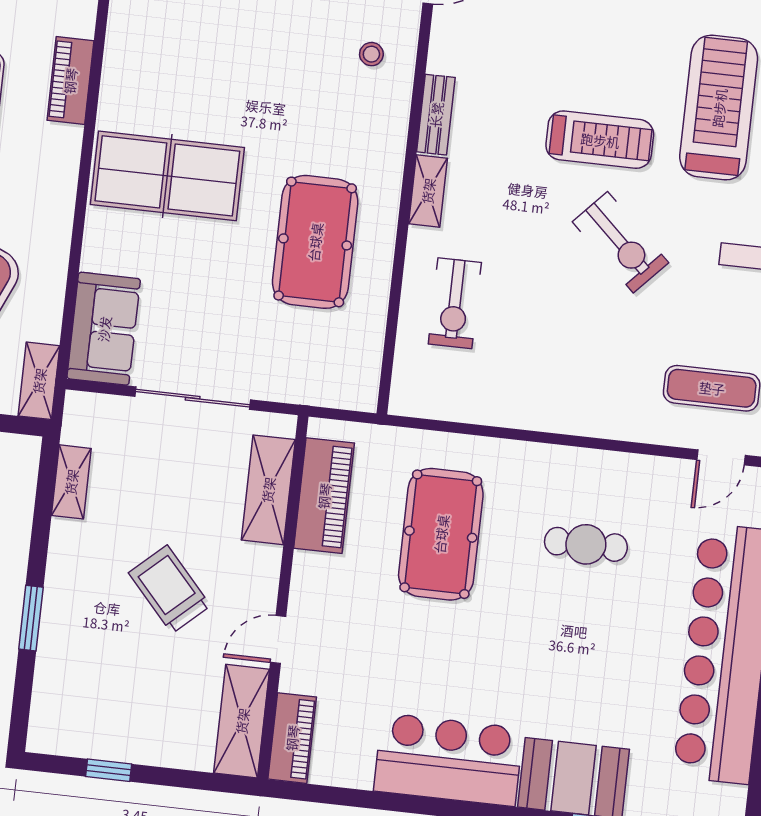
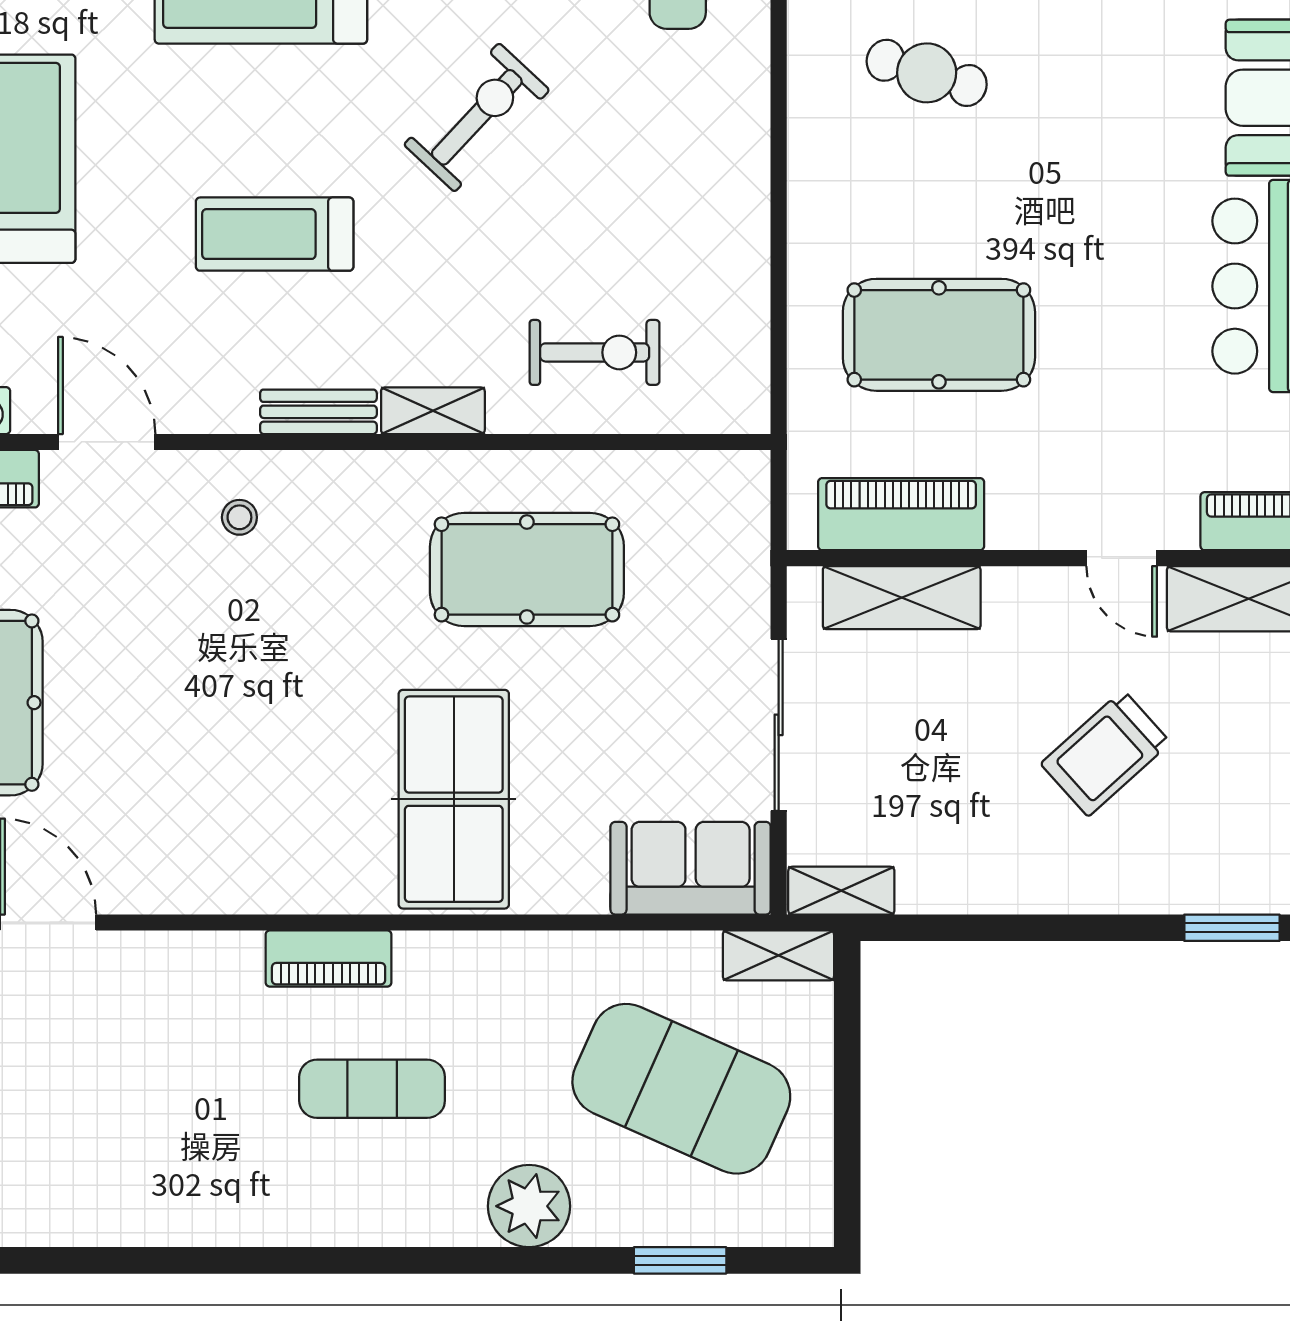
treadmill: (600, 140) -> (275, 234), moved, turned -90
shelving: (71, 482) -> (841, 891), moved
cafe table: (586, 544) -> (927, 73), moved, turned -73
trolley: (170, 589) -> (1106, 753), moved
window: (31, 618) -> (1232, 928), moved

